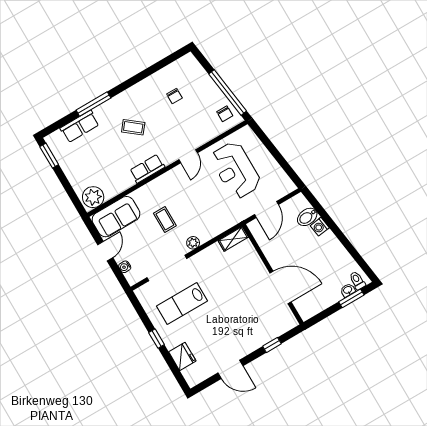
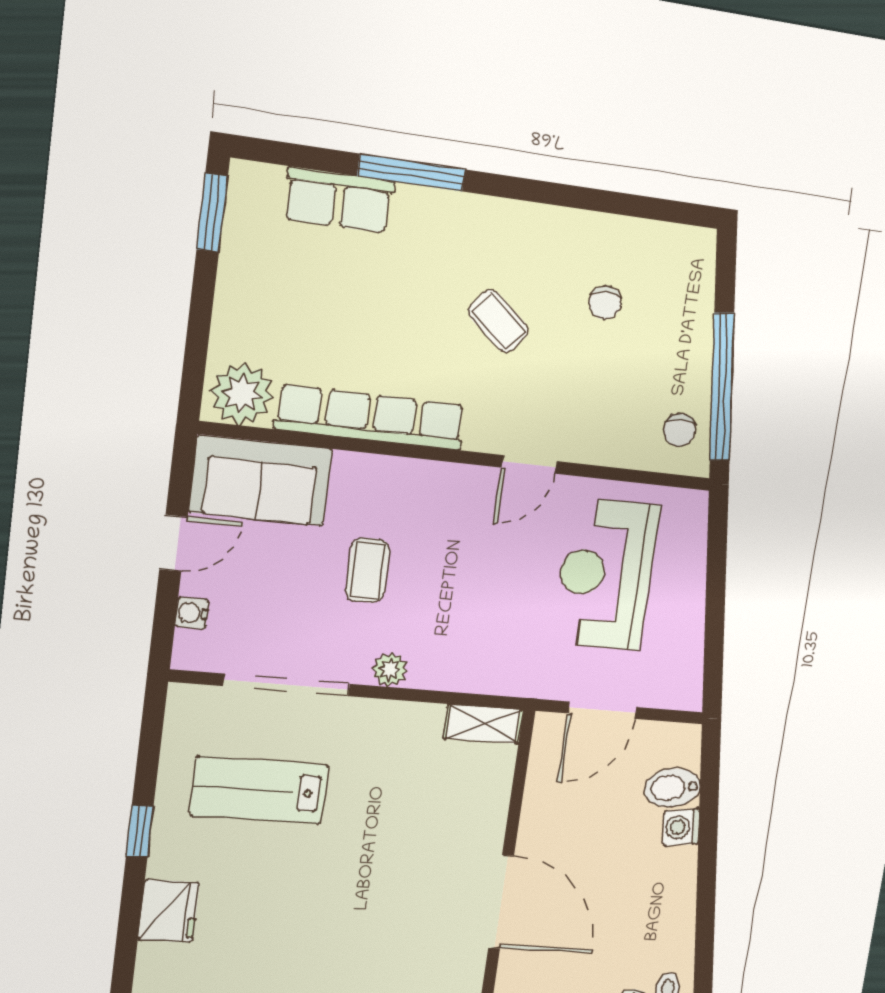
coffee table: (133, 127) -> (498, 321), moved
row of seats: (147, 169) -> (371, 417), width x2.02

